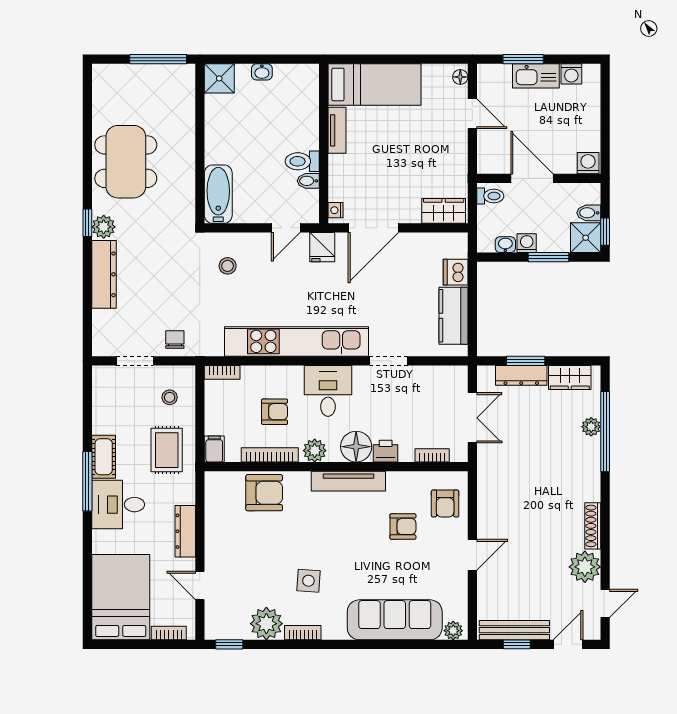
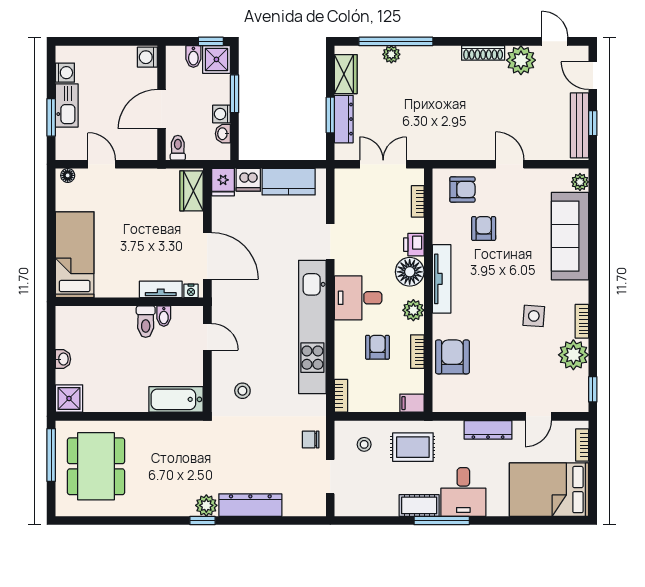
door: (472, 114) -> (102, 164), hinge flipped
tv unit: (337, 130) -> (161, 289), moved
dining table: (126, 162) -> (96, 466), moved, turned 90
fridge: (322, 247) -> (223, 182), moved, turned 90
bookcase: (270, 455) -> (417, 352), width x0.64

